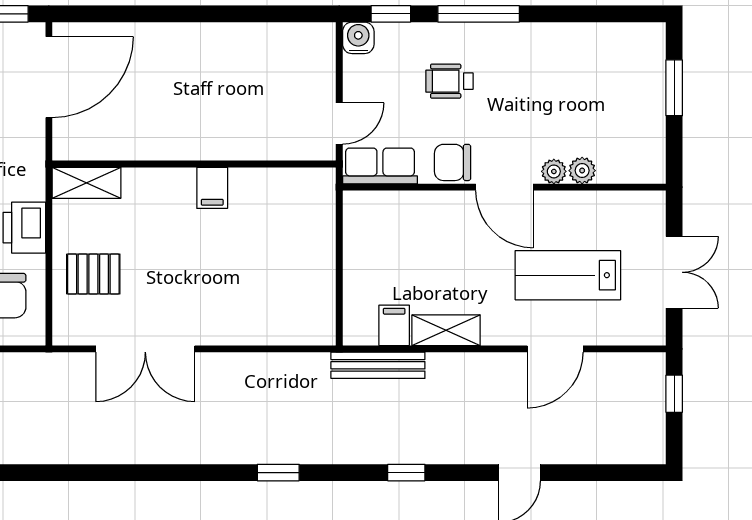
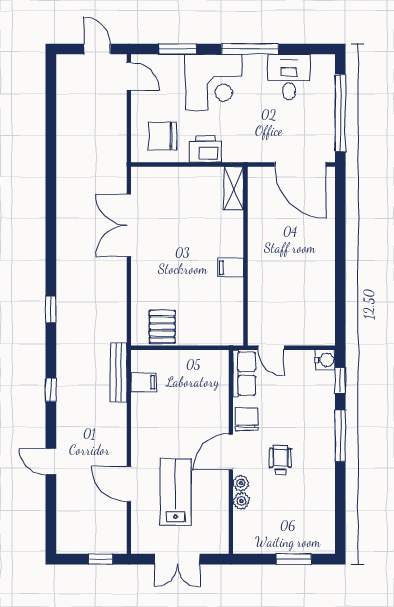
wheelchair: (449, 81) -> (280, 460), moved
pallet: (93, 274) -> (162, 327), moved
shelving: (446, 330) -> (141, 415), removed

